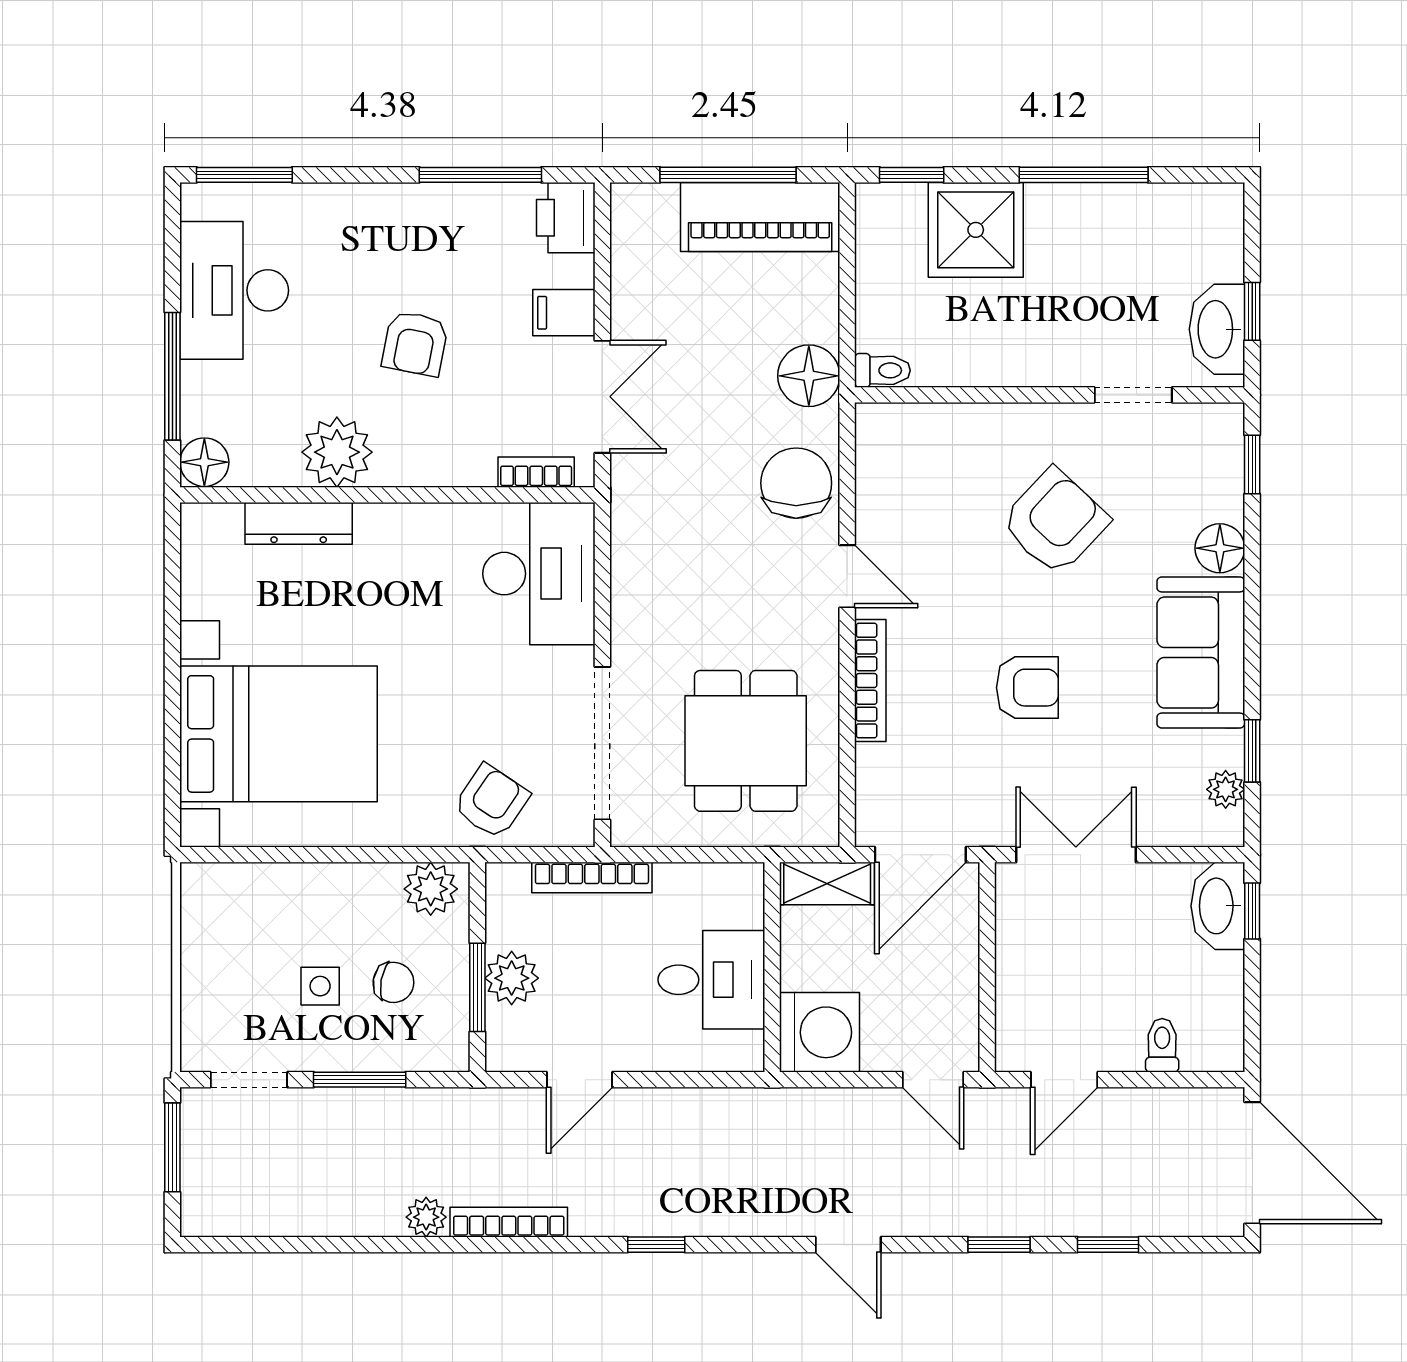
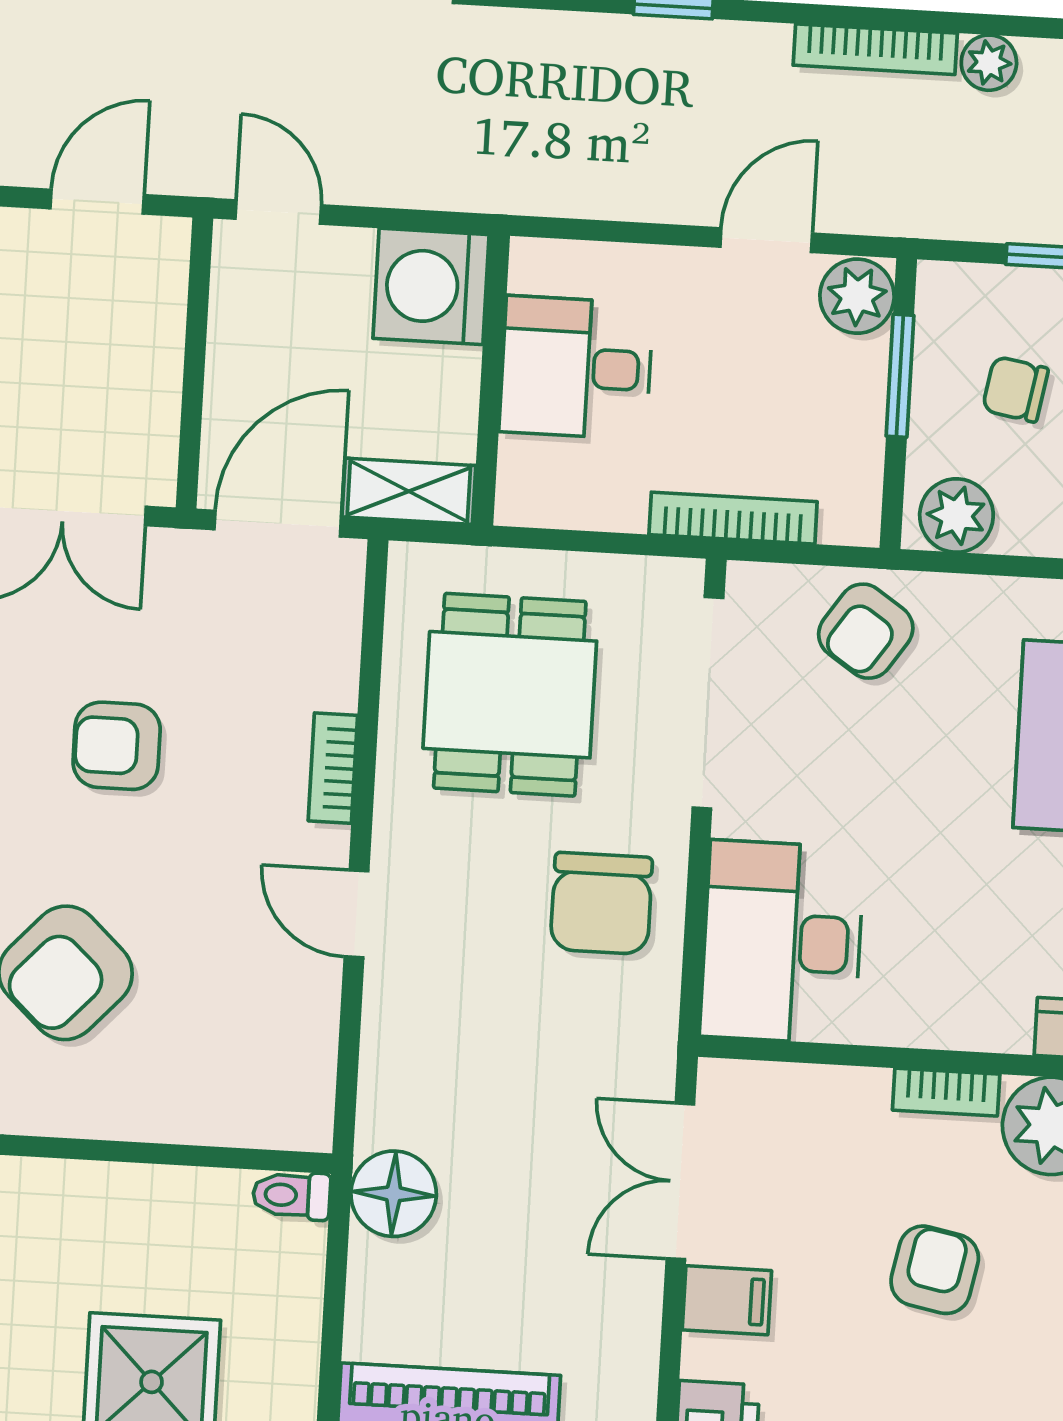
bookcase: (536, 472) -> (946, 1092), moved
chair: (796, 483) -> (601, 903), moved
bookcase: (870, 681) -> (333, 768), width x0.64
plant: (512, 978) -> (857, 296), moved

